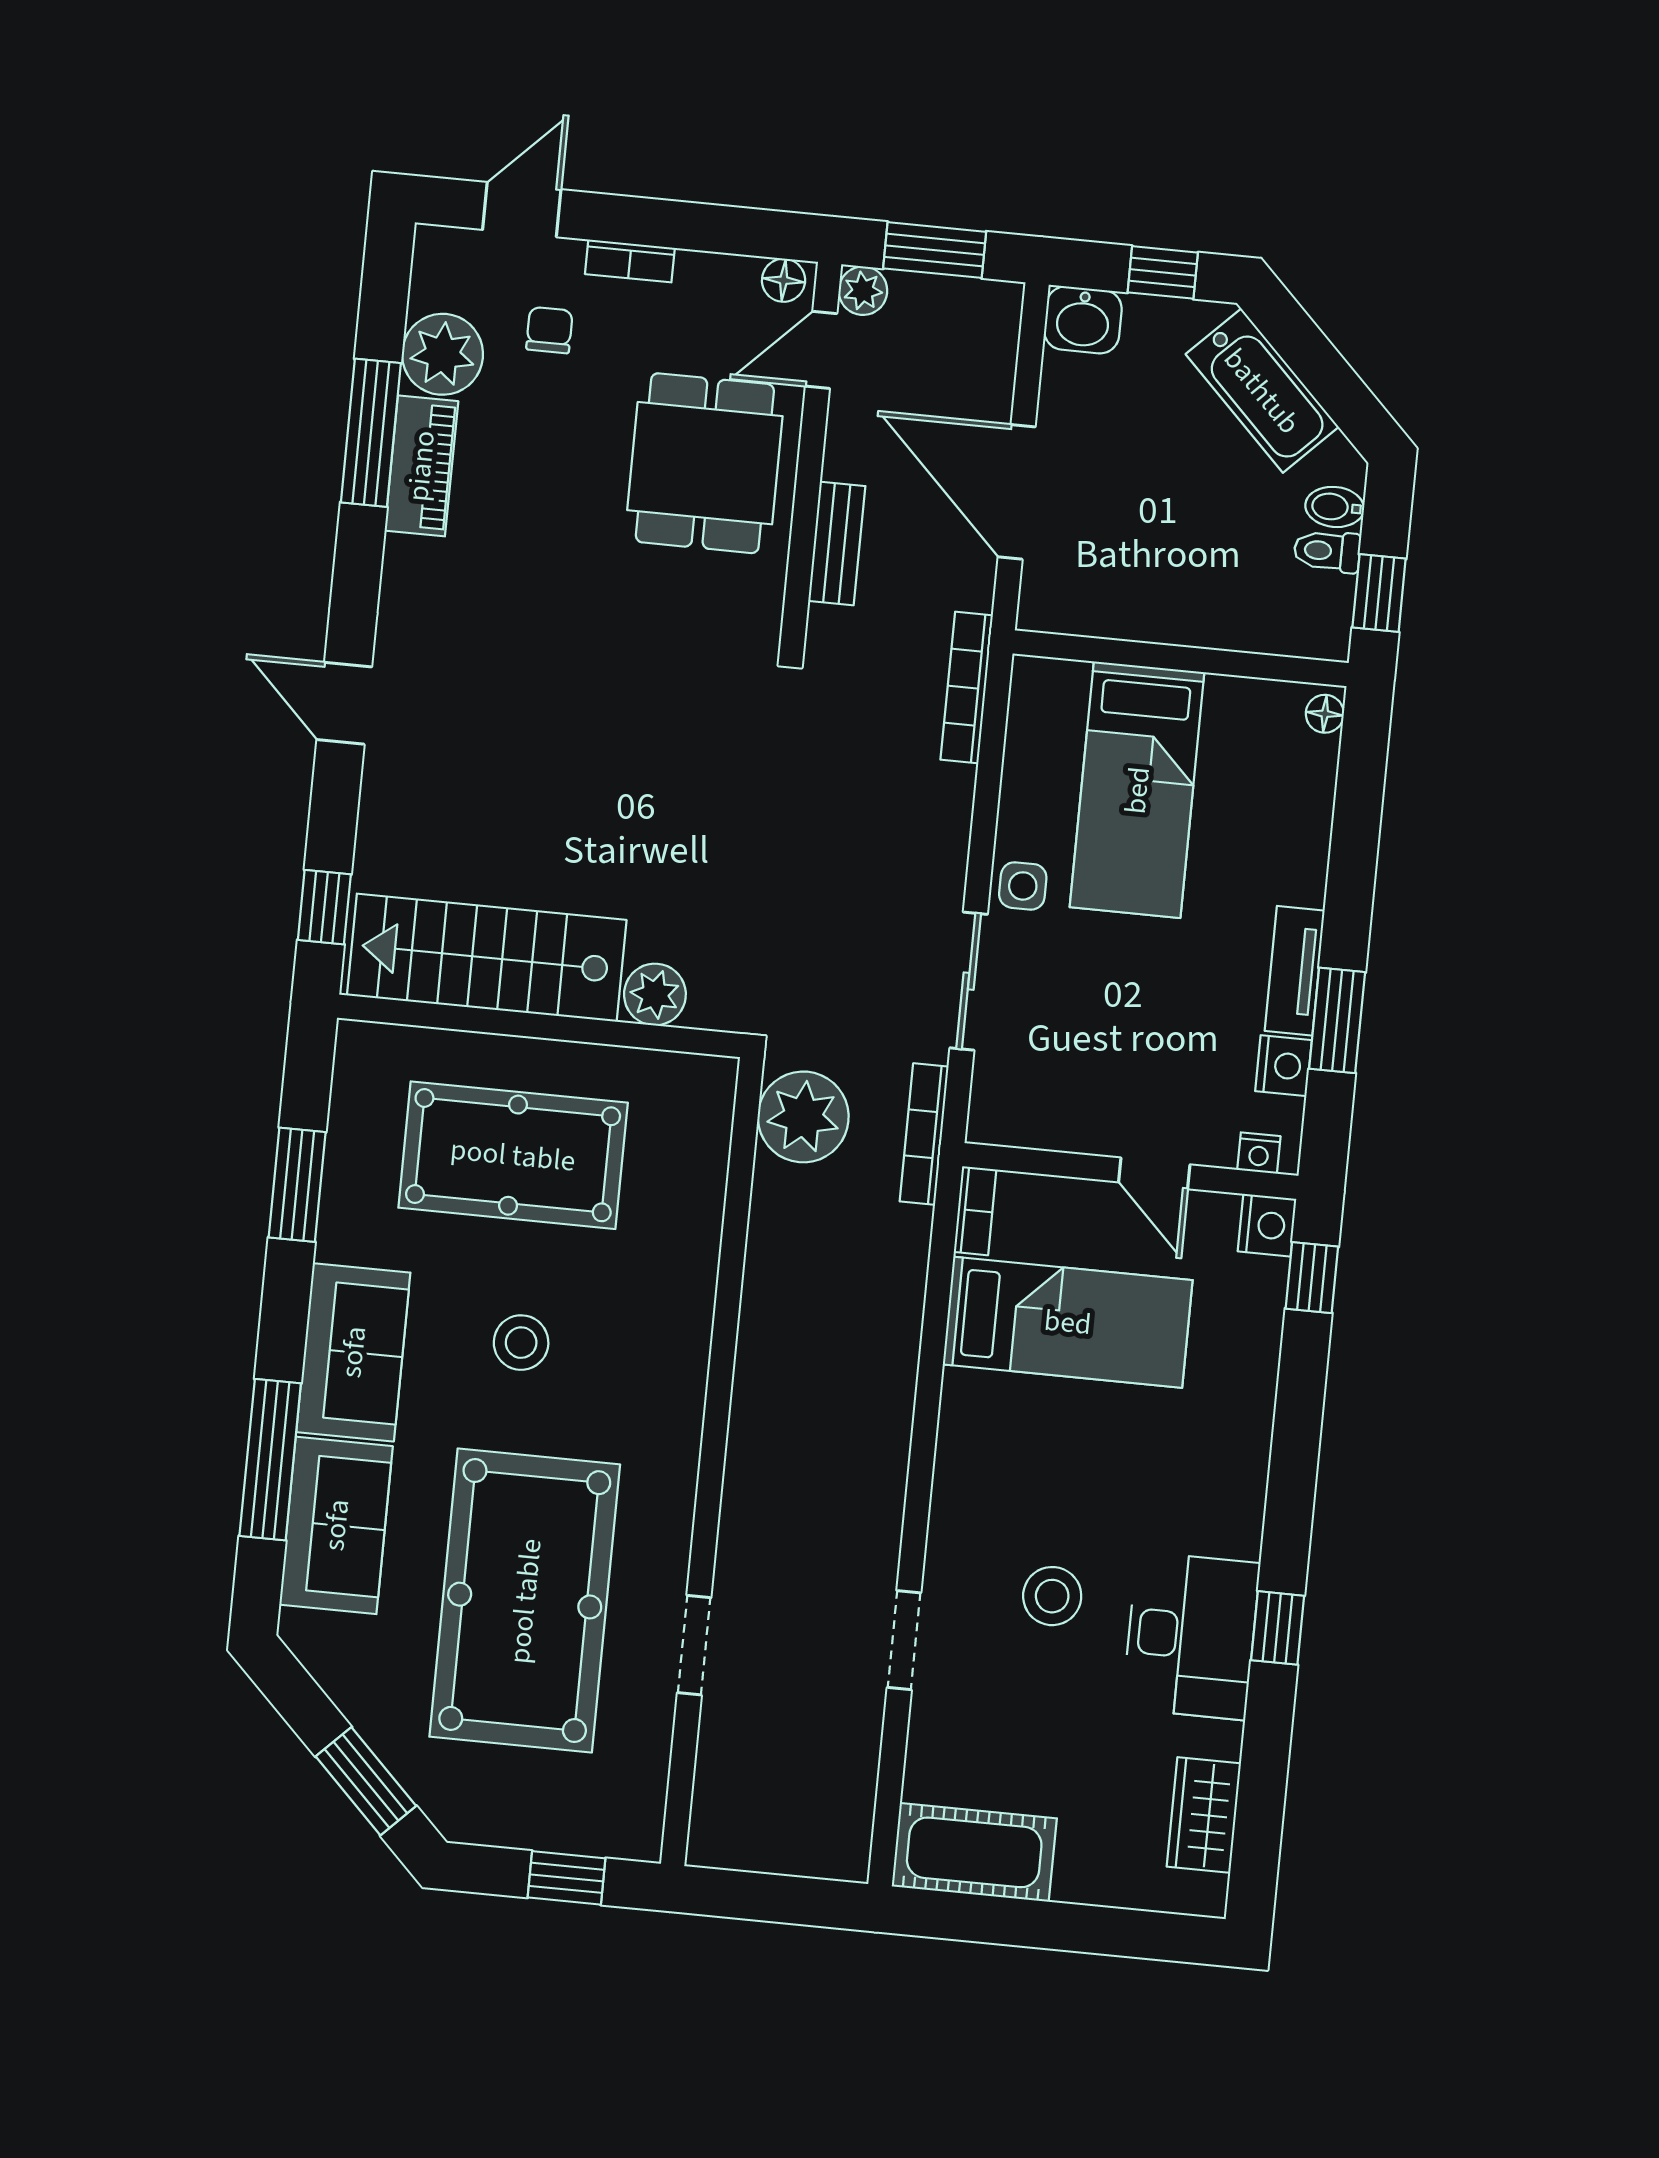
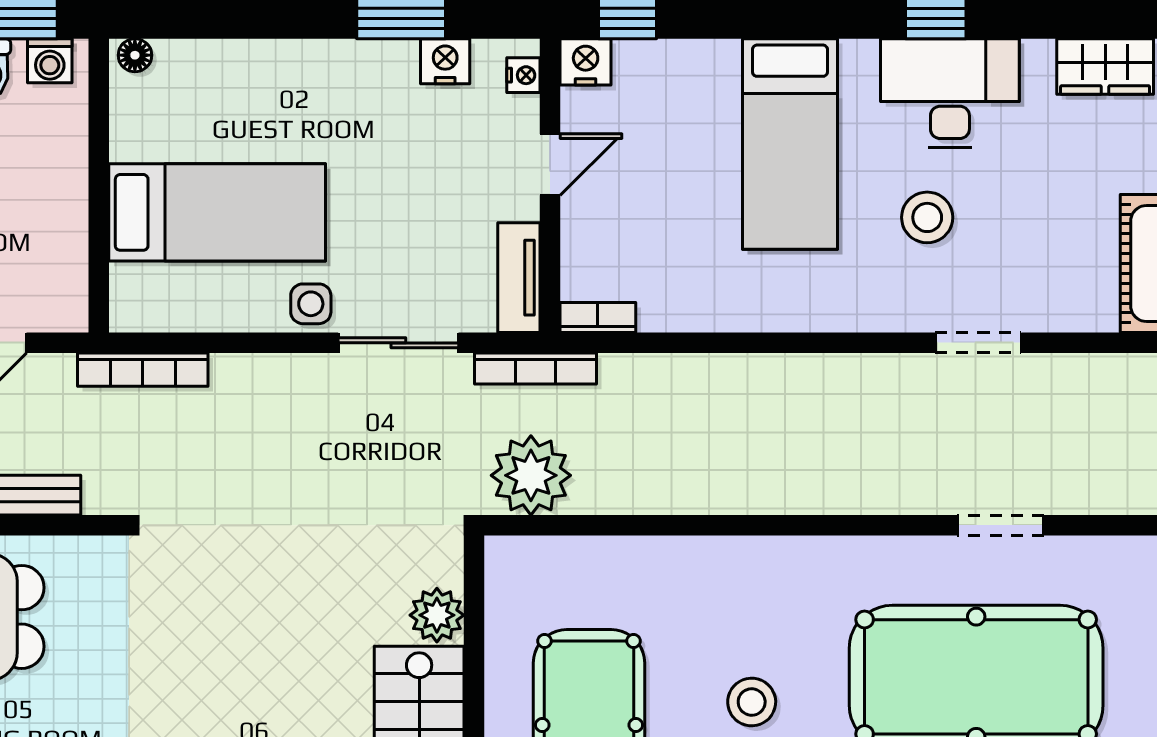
washing machine: (1328, 616) -> (50, 61), added
tv unit: (1295, 971) -> (519, 278), moved, turned 90
bed: (1068, 1322) -> (790, 144), moved, turned 180

